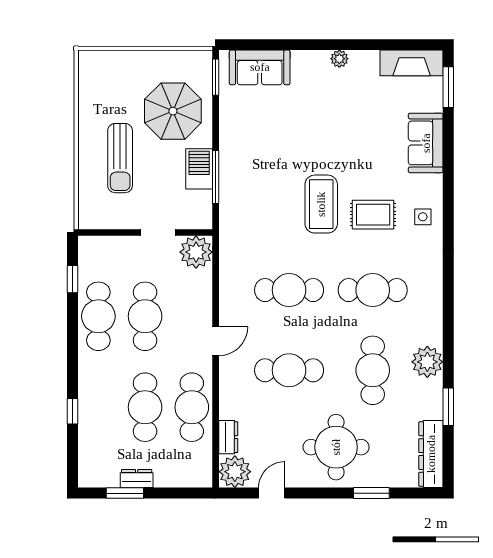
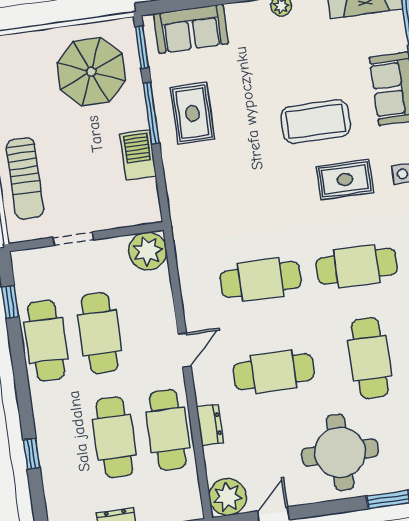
parasol: (173, 111) -> (91, 72), moved
rug: (251, 140) -> (192, 113), added
sun lounger: (120, 158) -> (25, 178), moved
window: (216, 177) -> (151, 113), moved
coffee table: (321, 204) -> (316, 121), moved, turned 90
doorway: (158, 233) -> (73, 239), moved
dresser: (228, 437) -> (210, 425), moved

